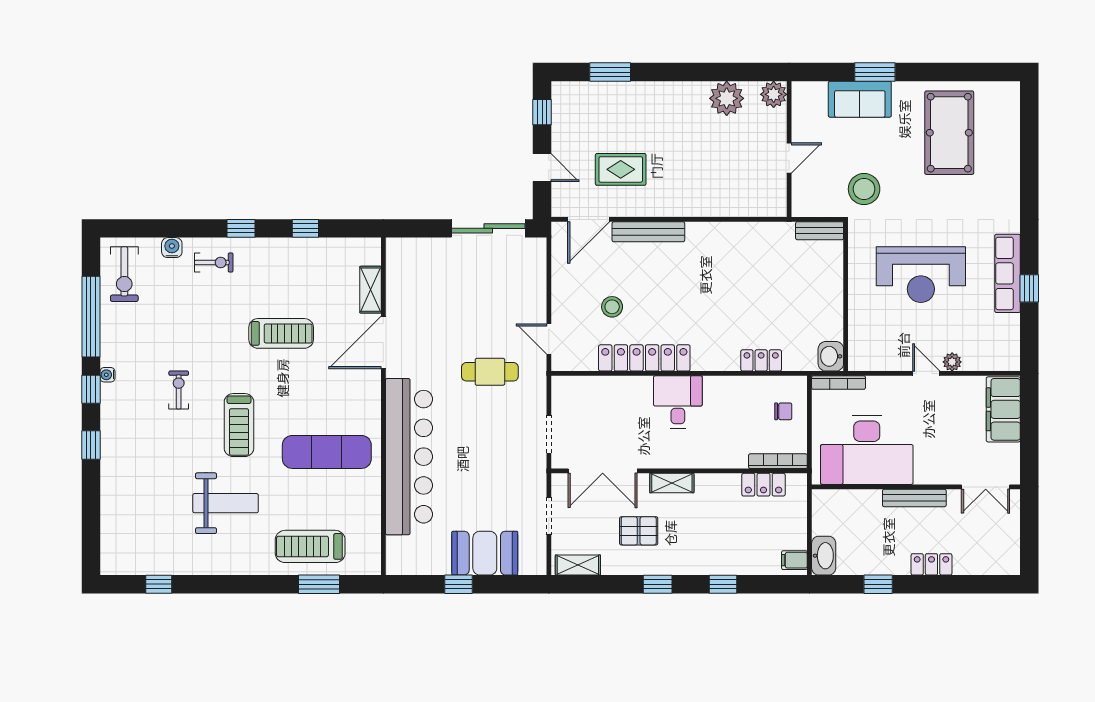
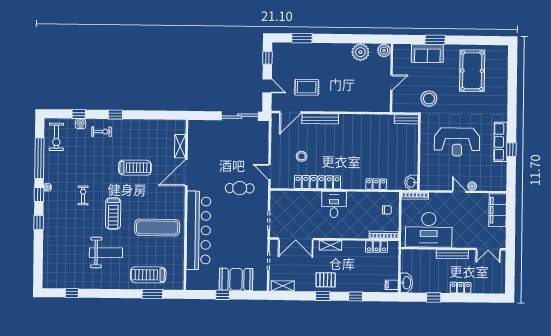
window: (305, 228) -> (79, 114), moved
pallet: (639, 531) -> (326, 280), moved

